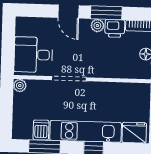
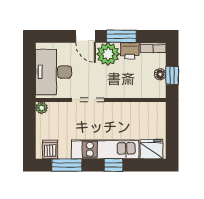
plant: (97, 26) -> (108, 54), width x1.88, depth x1.88
desk: (33, 55) -> (53, 72), width x1.37
dishwasher: (41, 130) -> (50, 149), moved

